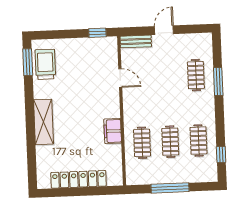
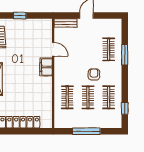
window: (97, 33) -> (20, 16), moved
armchair: (177, 110) -> (94, 74), added
filing cabinet: (113, 131) -> (46, 67), moved

